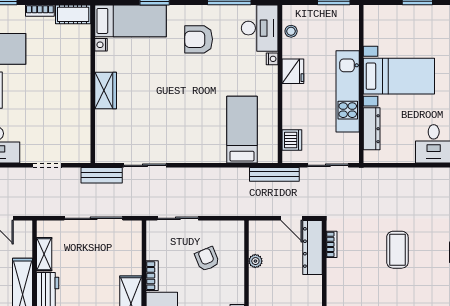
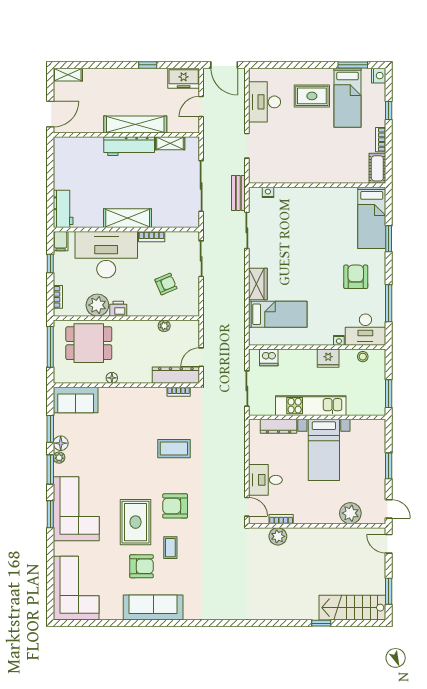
nightstand: (101, 45) -> (268, 192), moved
wardrobe: (106, 91) -> (258, 284), moved, turned -90
bench: (274, 174) -> (239, 342), removed

